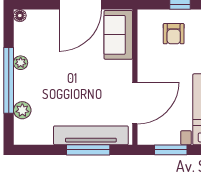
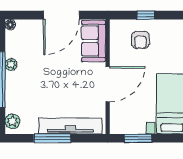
door: (135, 103) -> (108, 84), moved
plant: (22, 110) -> (12, 121), moved
window: (88, 150) -> (52, 138), moved

